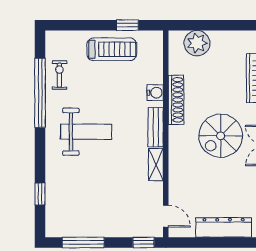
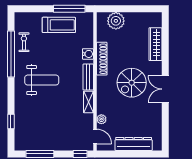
window: (127, 25) -> (69, 9), width x2.17
plant: (175, 190) -> (101, 119), added

